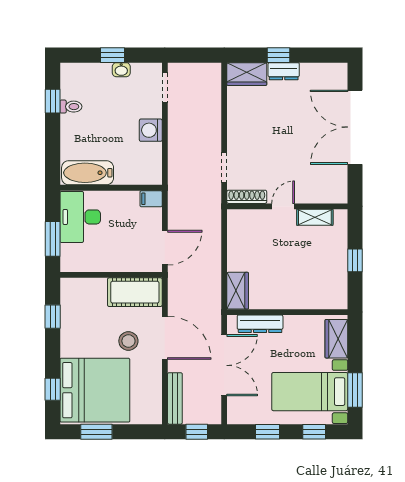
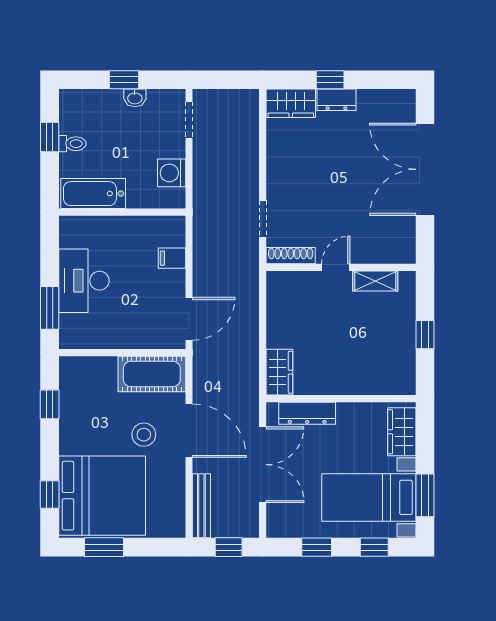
bathtub: (88, 173) -> (93, 194), moved
wall: (111, 188) -> (122, 212), moved

